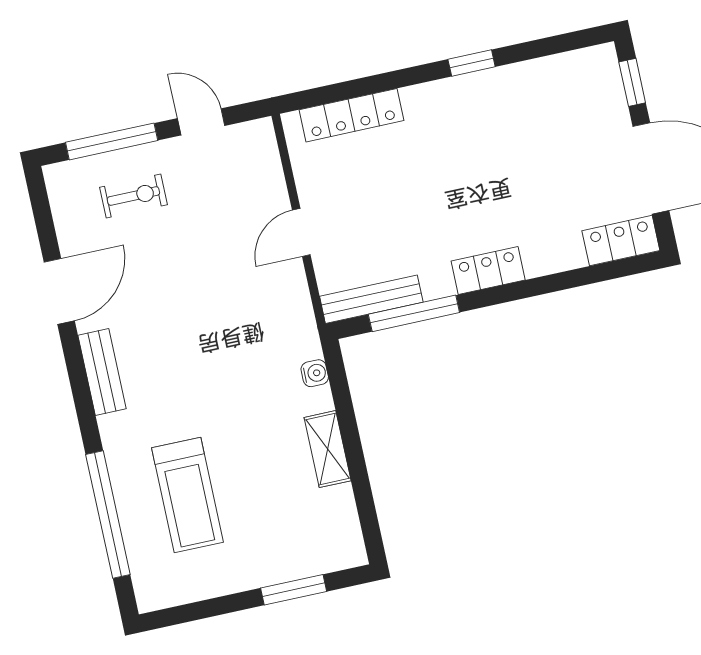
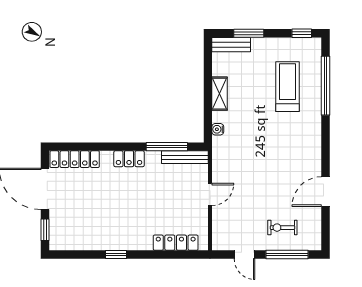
locker: (621, 241) -> (75, 159), width x1.53
bench: (102, 372) -> (231, 45), moved, turned 90
window: (182, 614) -> (302, 33), added

